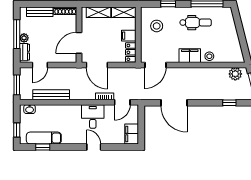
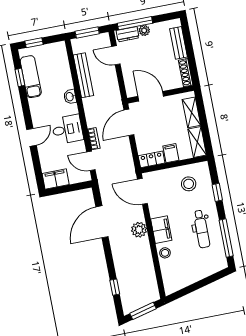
window: (17, 34) -> (135, 23), moved
plant: (235, 74) -> (139, 230), moved
washbasin: (30, 109) -> (70, 97), moved

